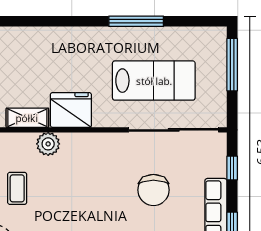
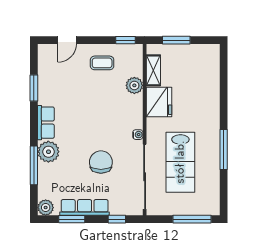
water cooler: (116, 139) -> (138, 135), added
chair: (153, 190) -> (101, 162), turned 90

